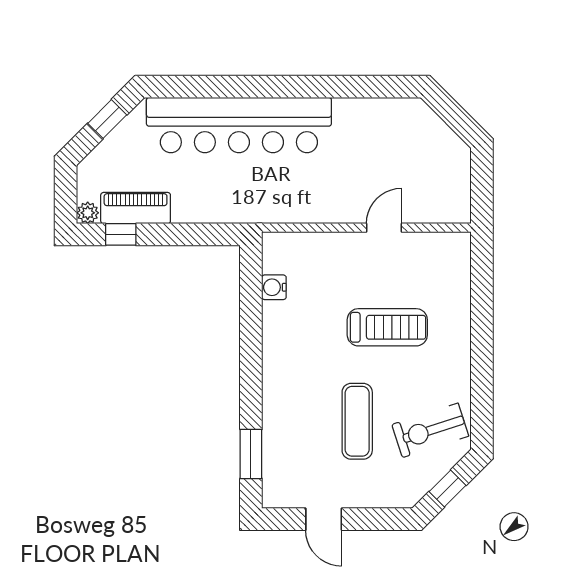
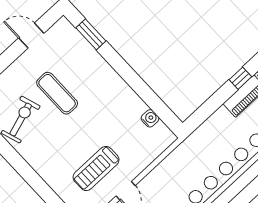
treadmill: (387, 327) -> (96, 168), moved

